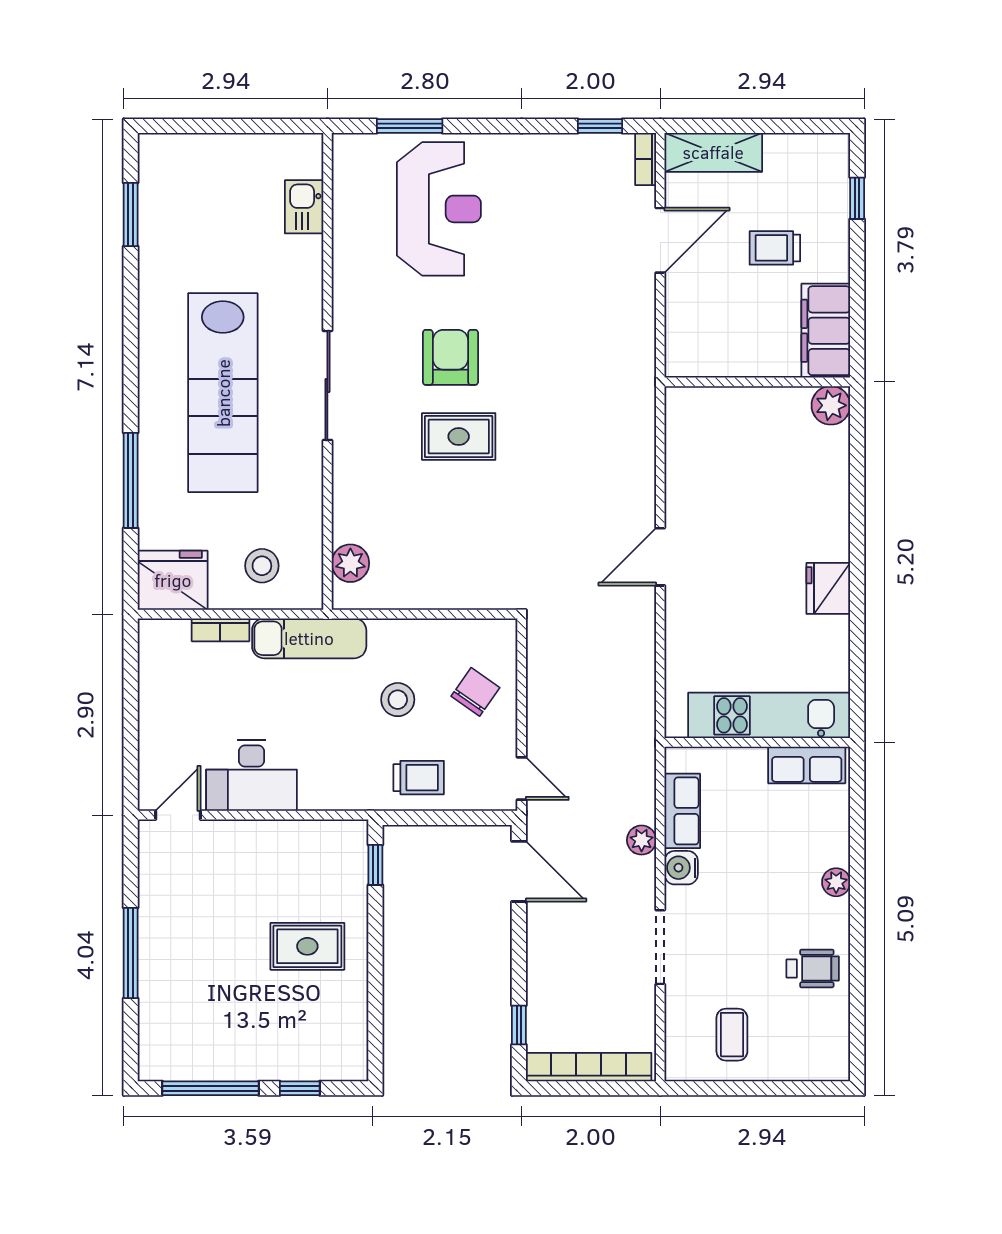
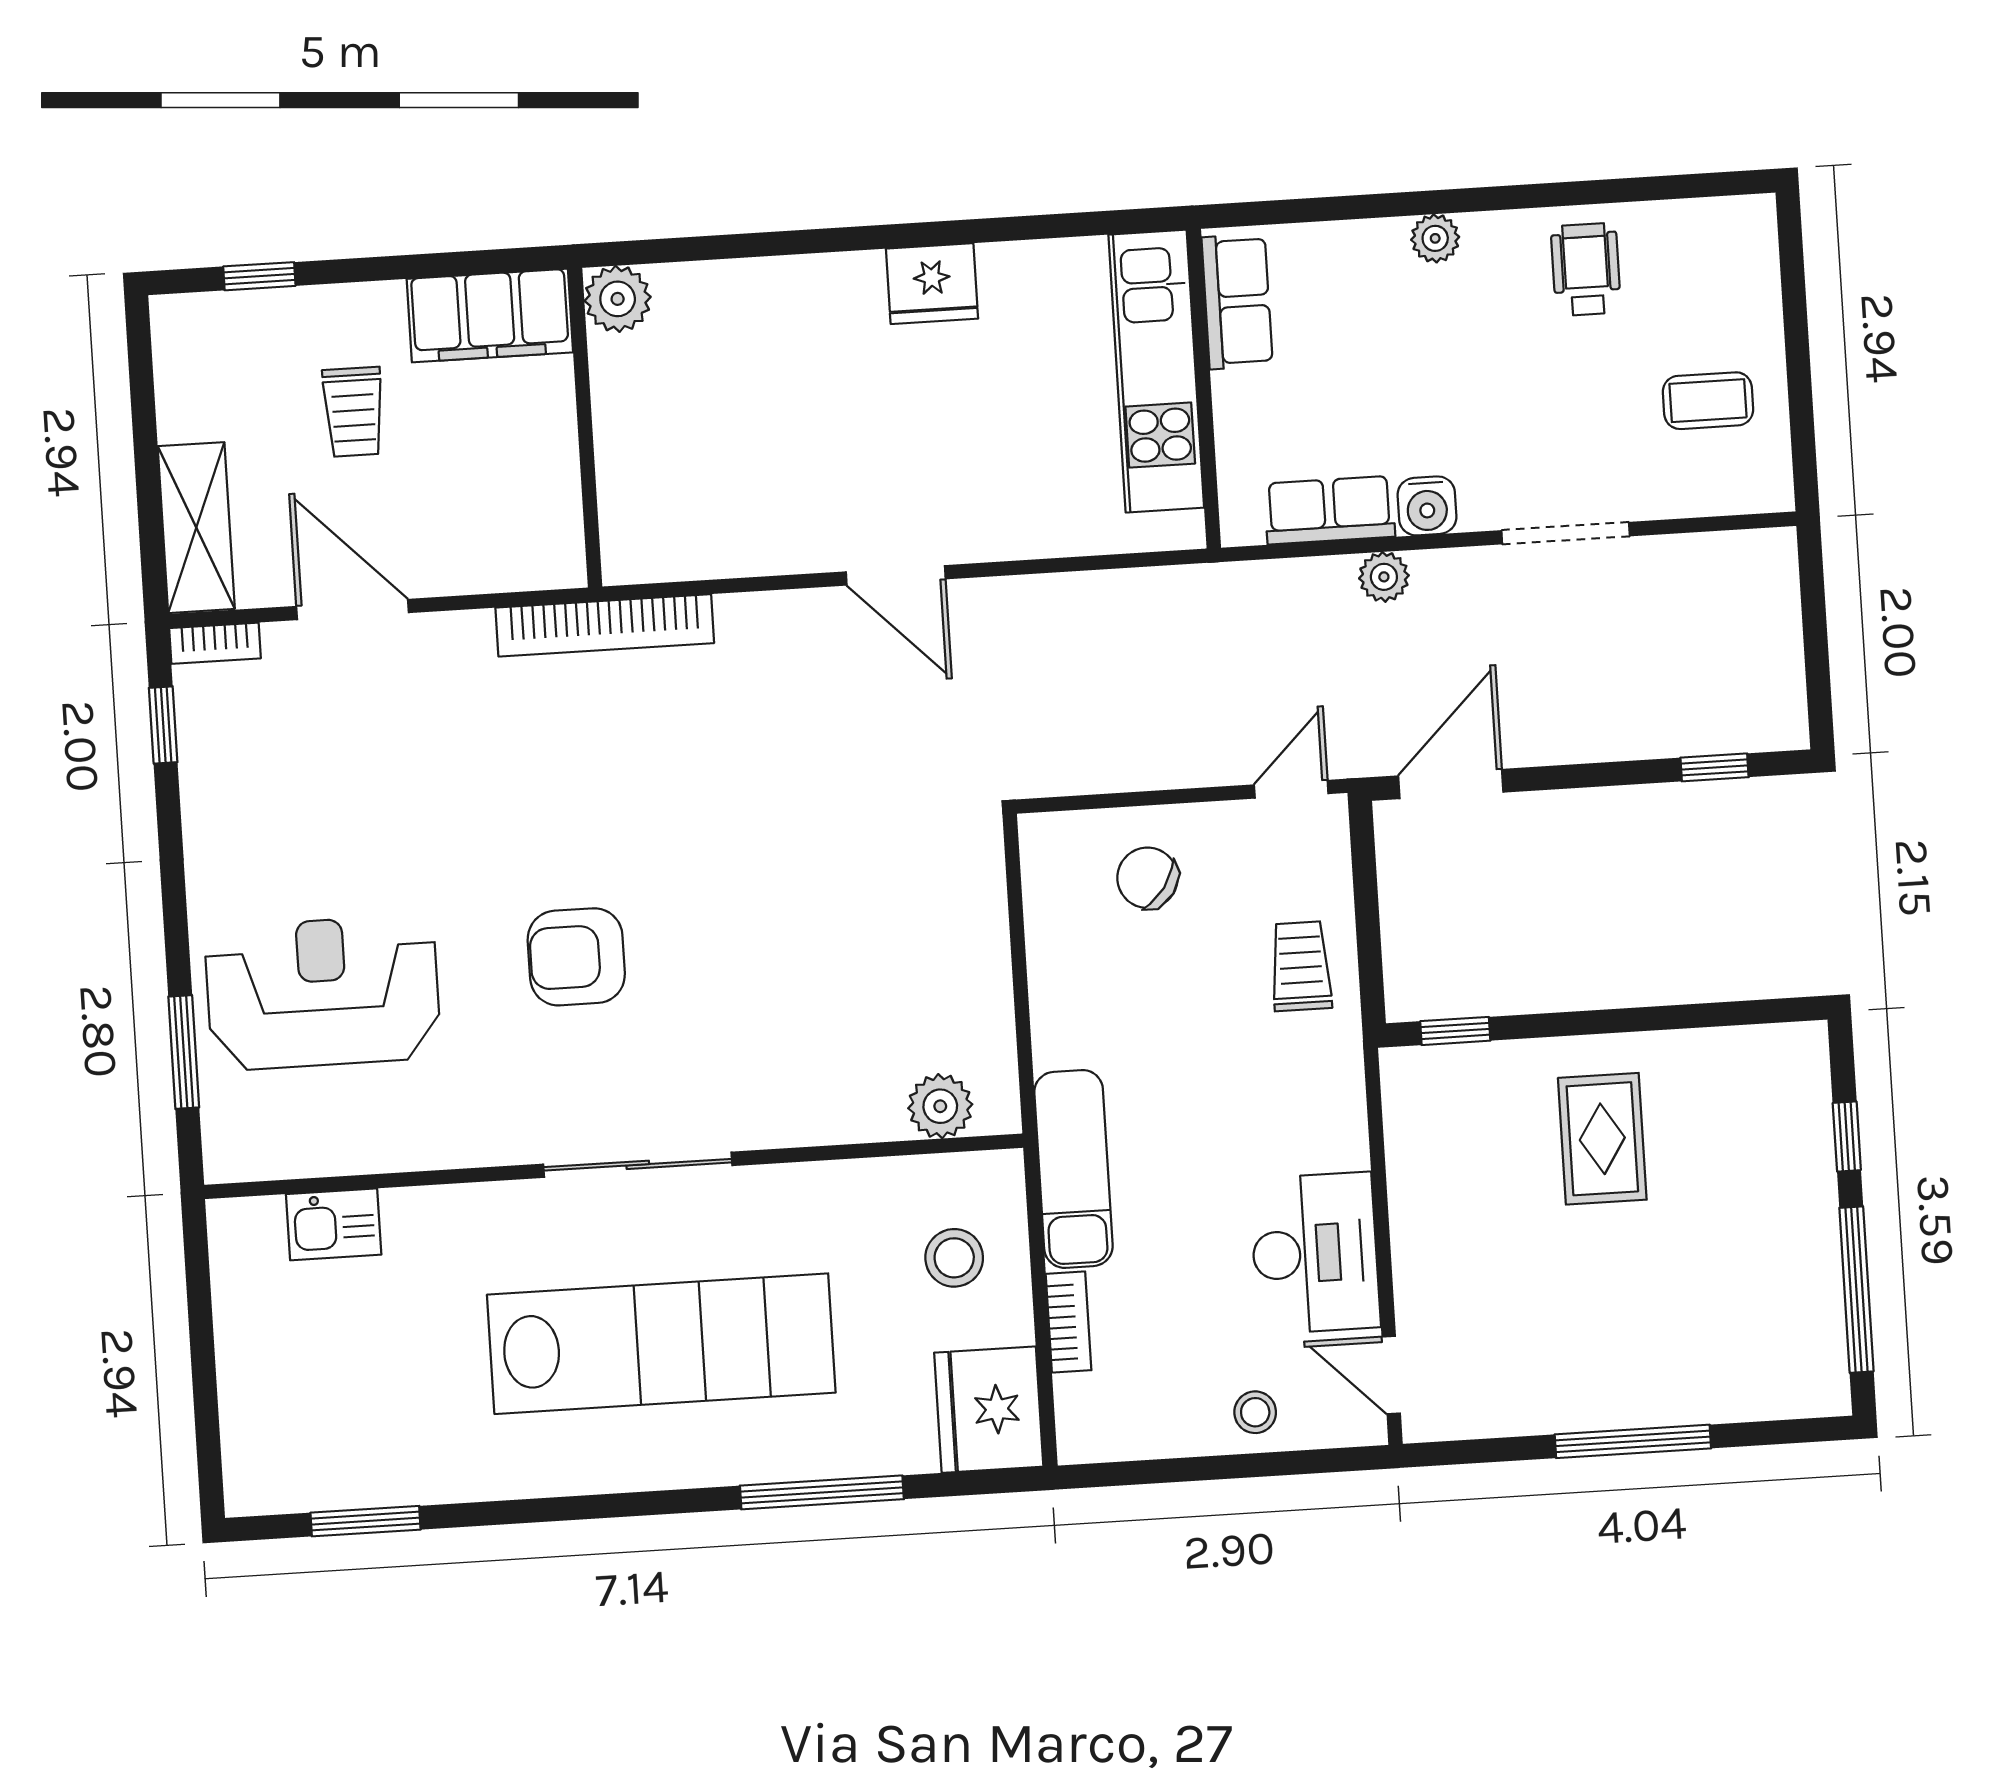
rug: (459, 437) -> (711, 934), removed
stool: (398, 700) -> (1255, 1412), moved, width x0.73, depth x0.73
bookcase: (589, 1067) -> (605, 625), moved, turned -90

